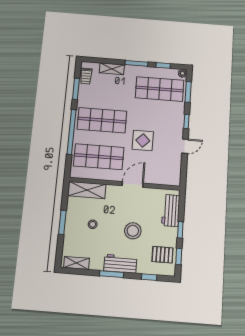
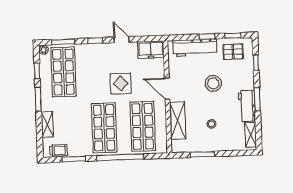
freezer: (173, 173) -> (151, 50), added
shelving: (87, 190) -> (178, 121), moved
workbench: (171, 211) -> (195, 48), width x1.38
window: (62, 222) -> (202, 154), moved
pallet: (163, 255) -> (233, 52), turned 90
workbench: (120, 264) -> (247, 106), moved

